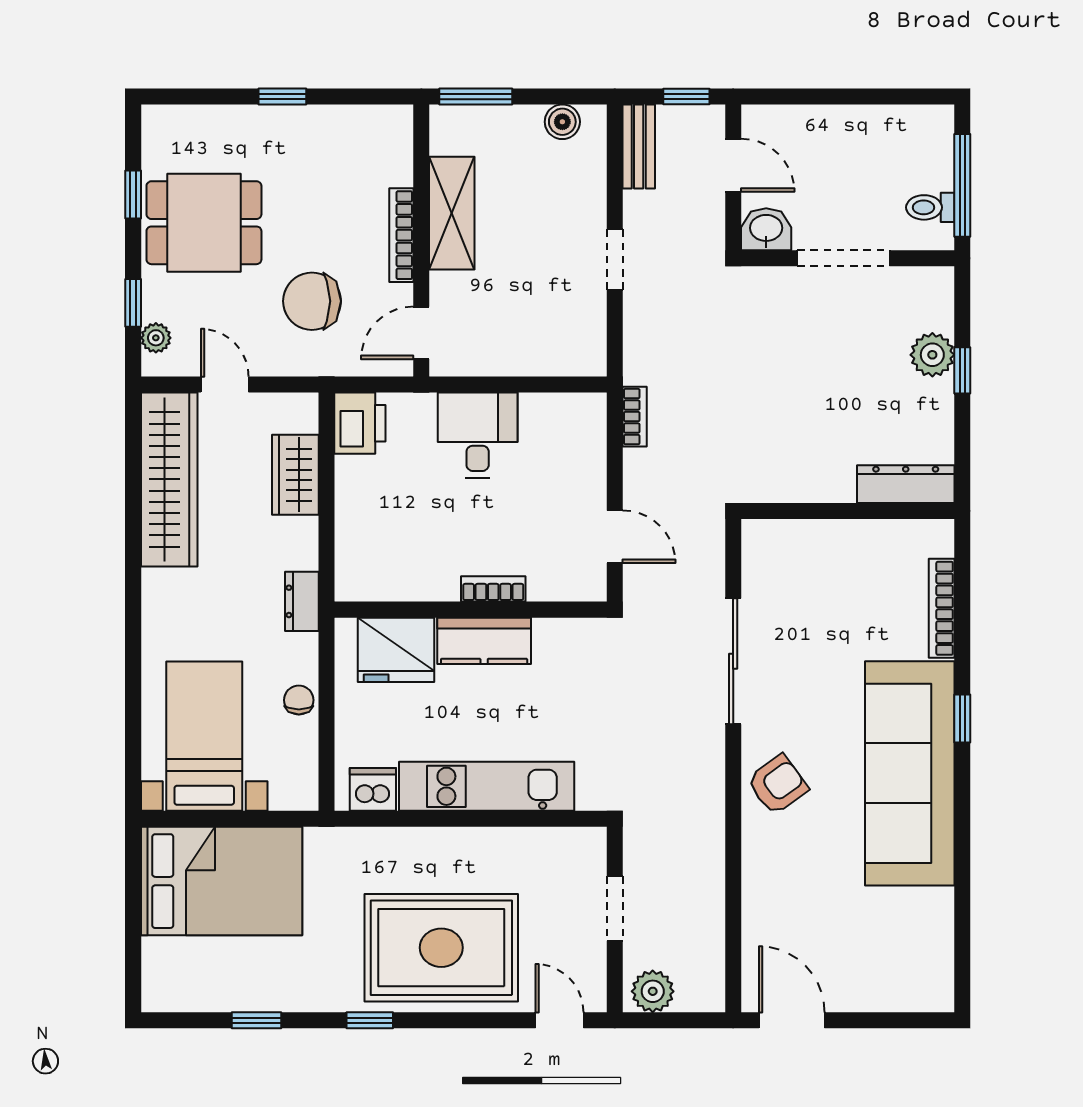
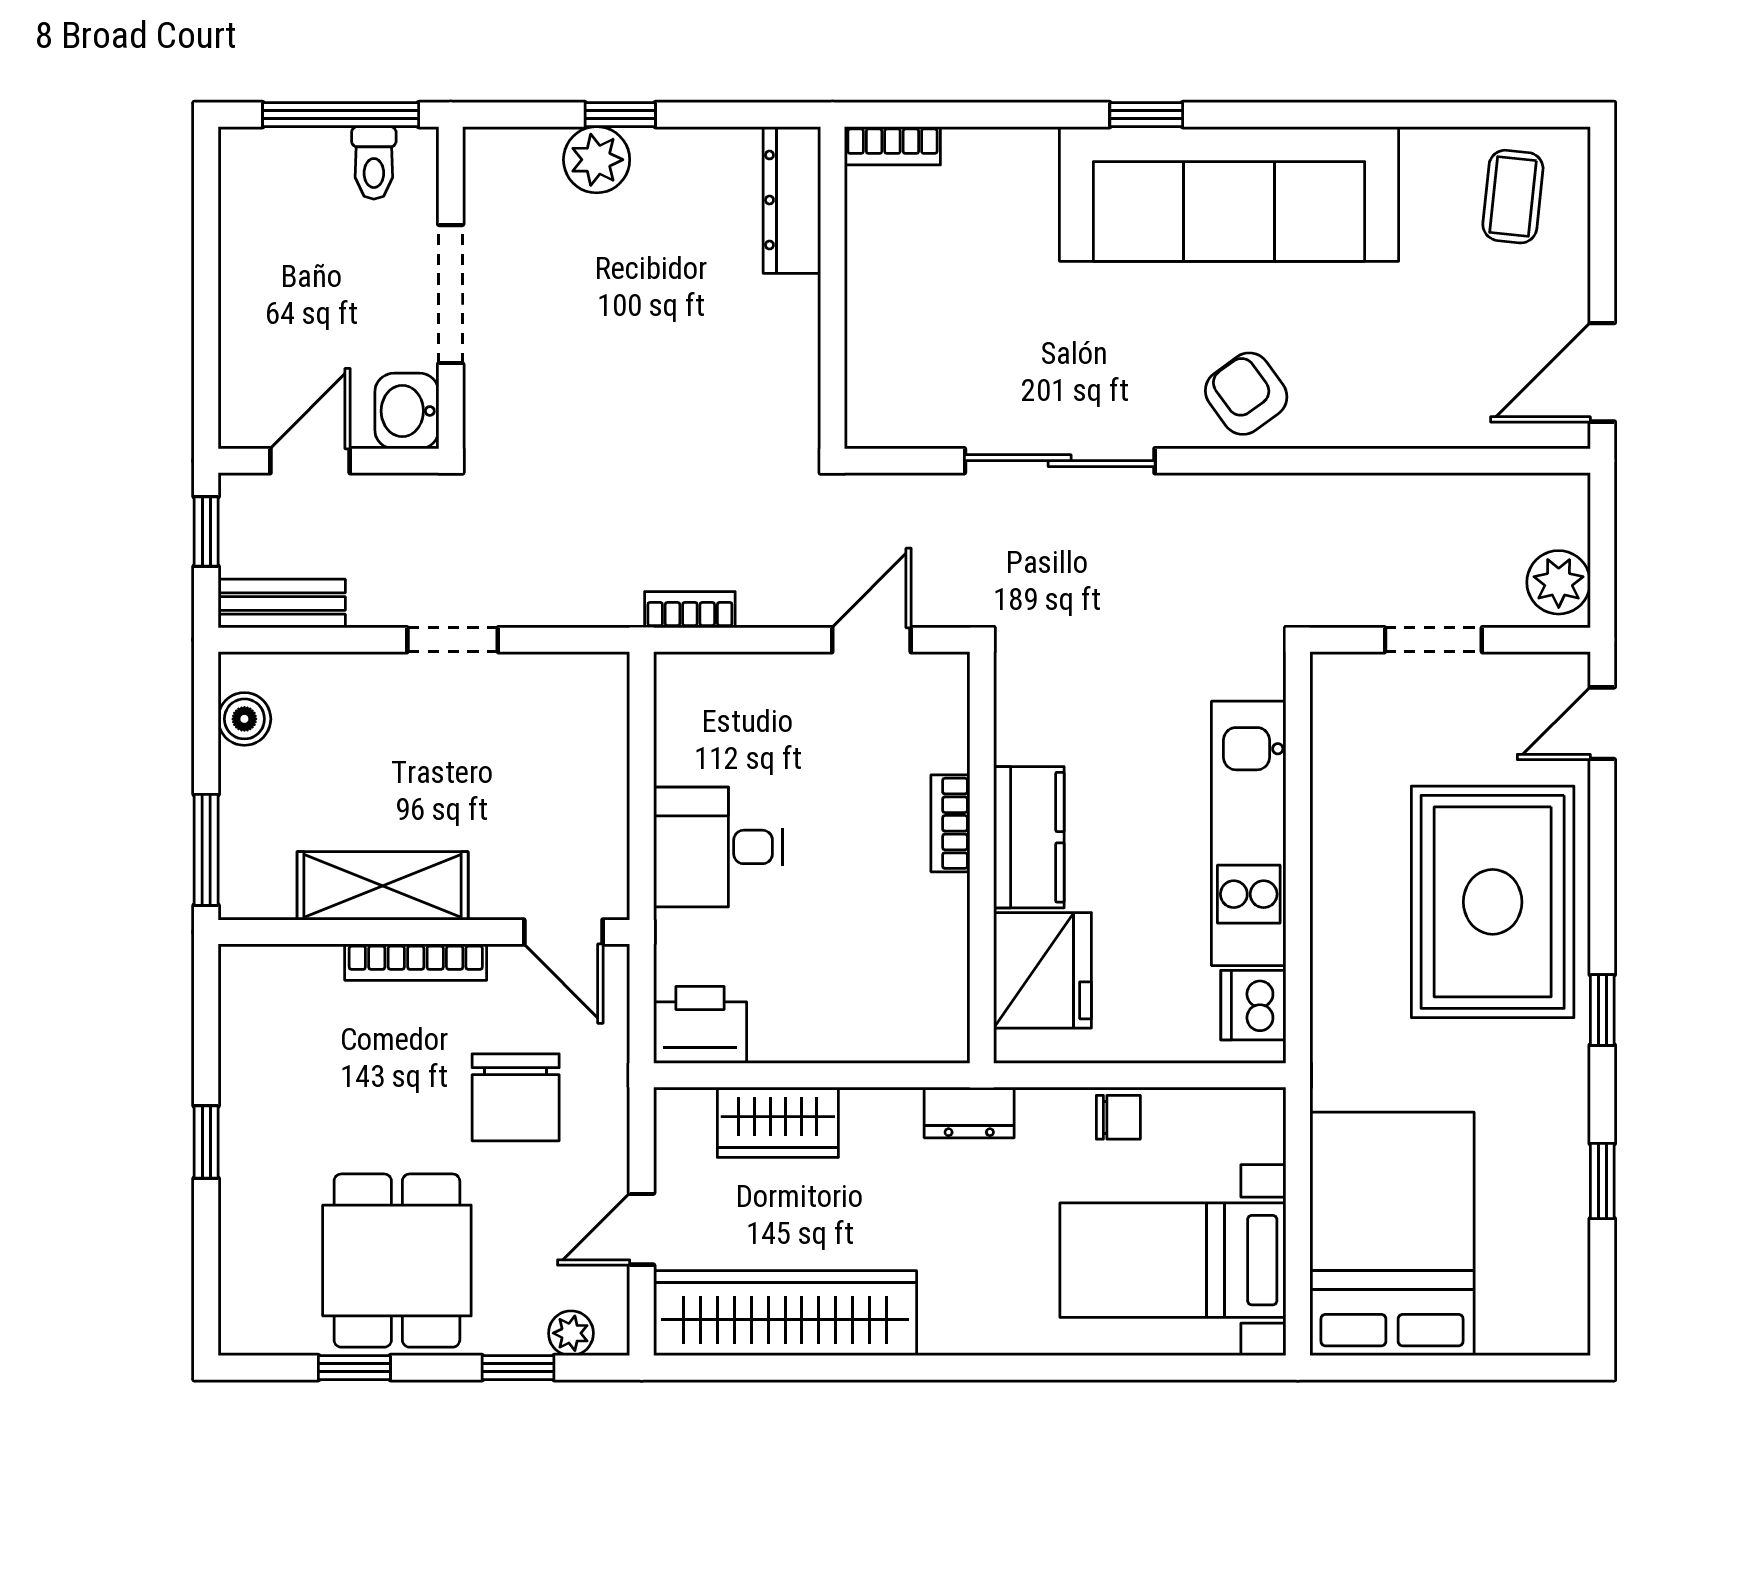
bookcase: (942, 608) -> (892, 146), moved, width x0.64
chair: (299, 700) -> (1118, 1117), turned 180
coffee table: (908, 961) -> (1513, 197), added

